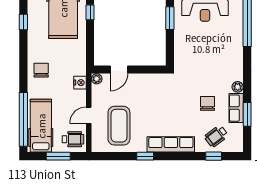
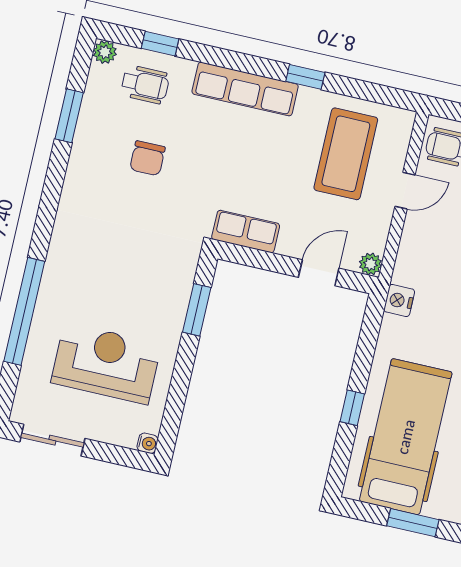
window: (170, 18) -> (197, 310), moved
nightstand: (80, 83) -> (399, 300), moved
plant: (238, 87) -> (105, 52), moved
row of seats: (236, 108) -> (246, 232), moved, turned -90
wheelchair: (216, 136) -> (145, 84), turned 37

